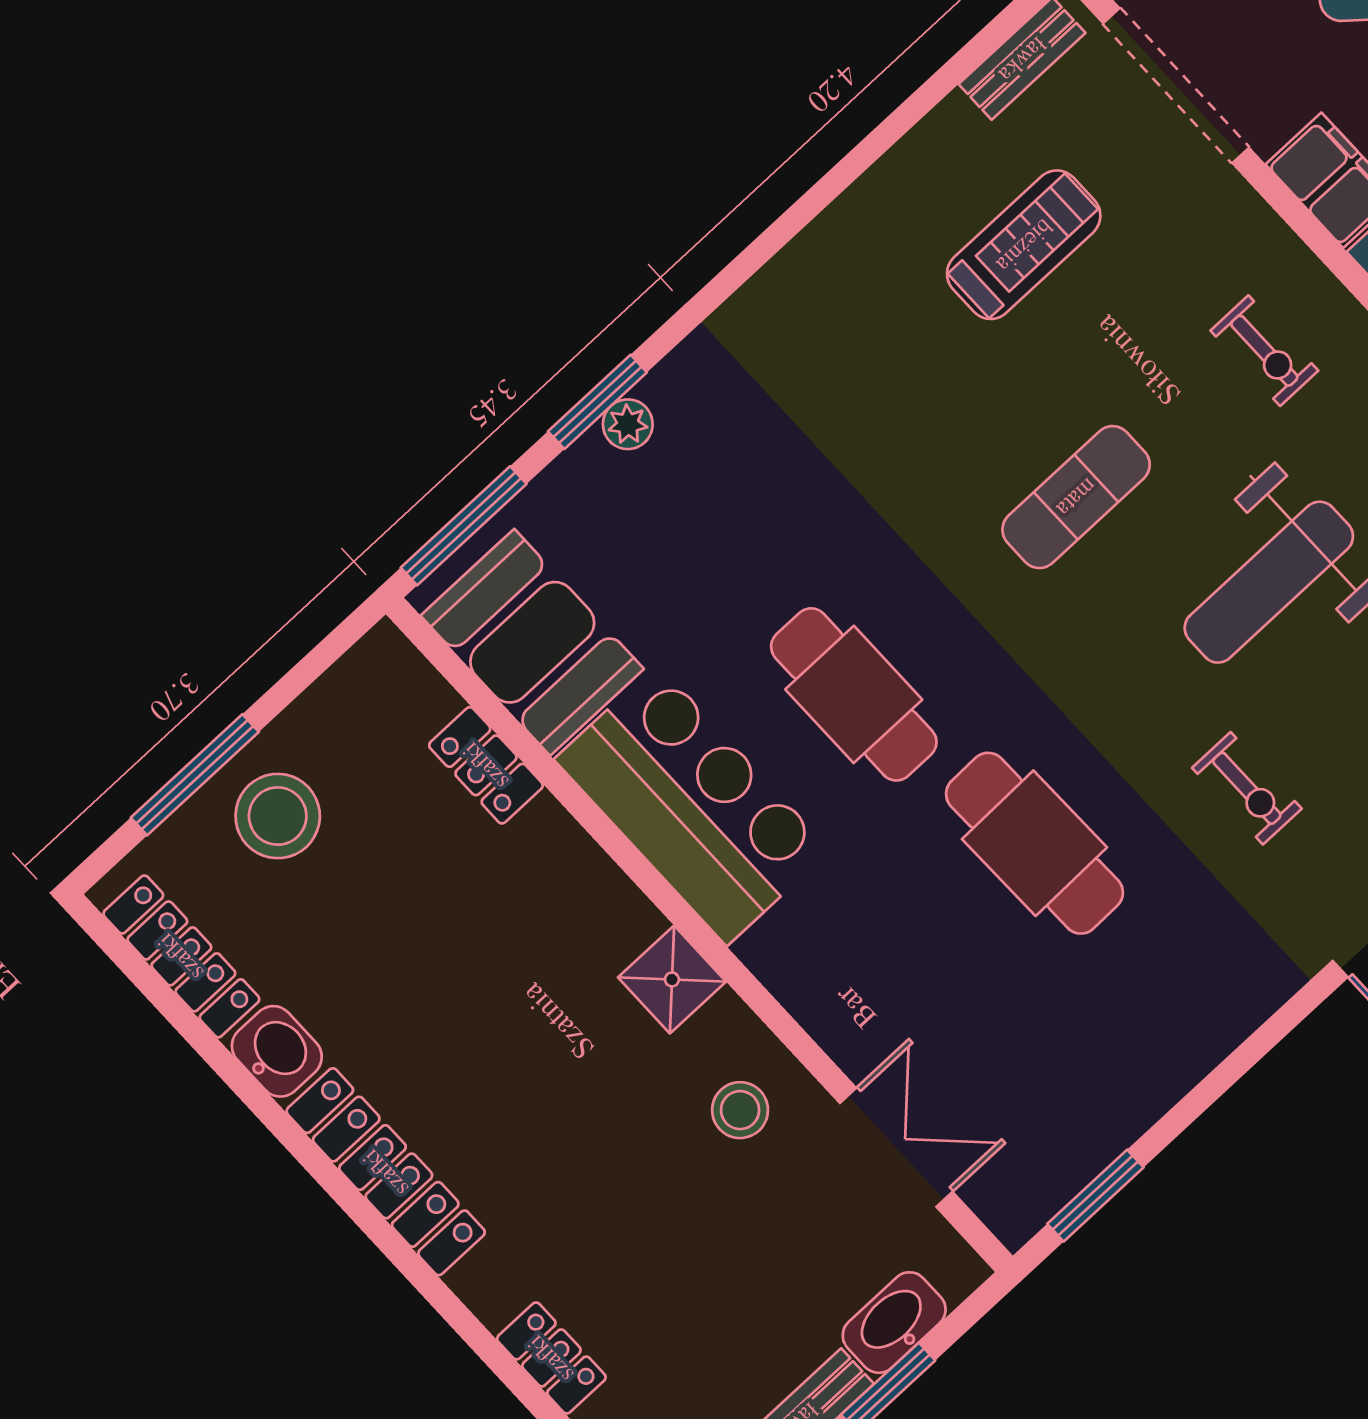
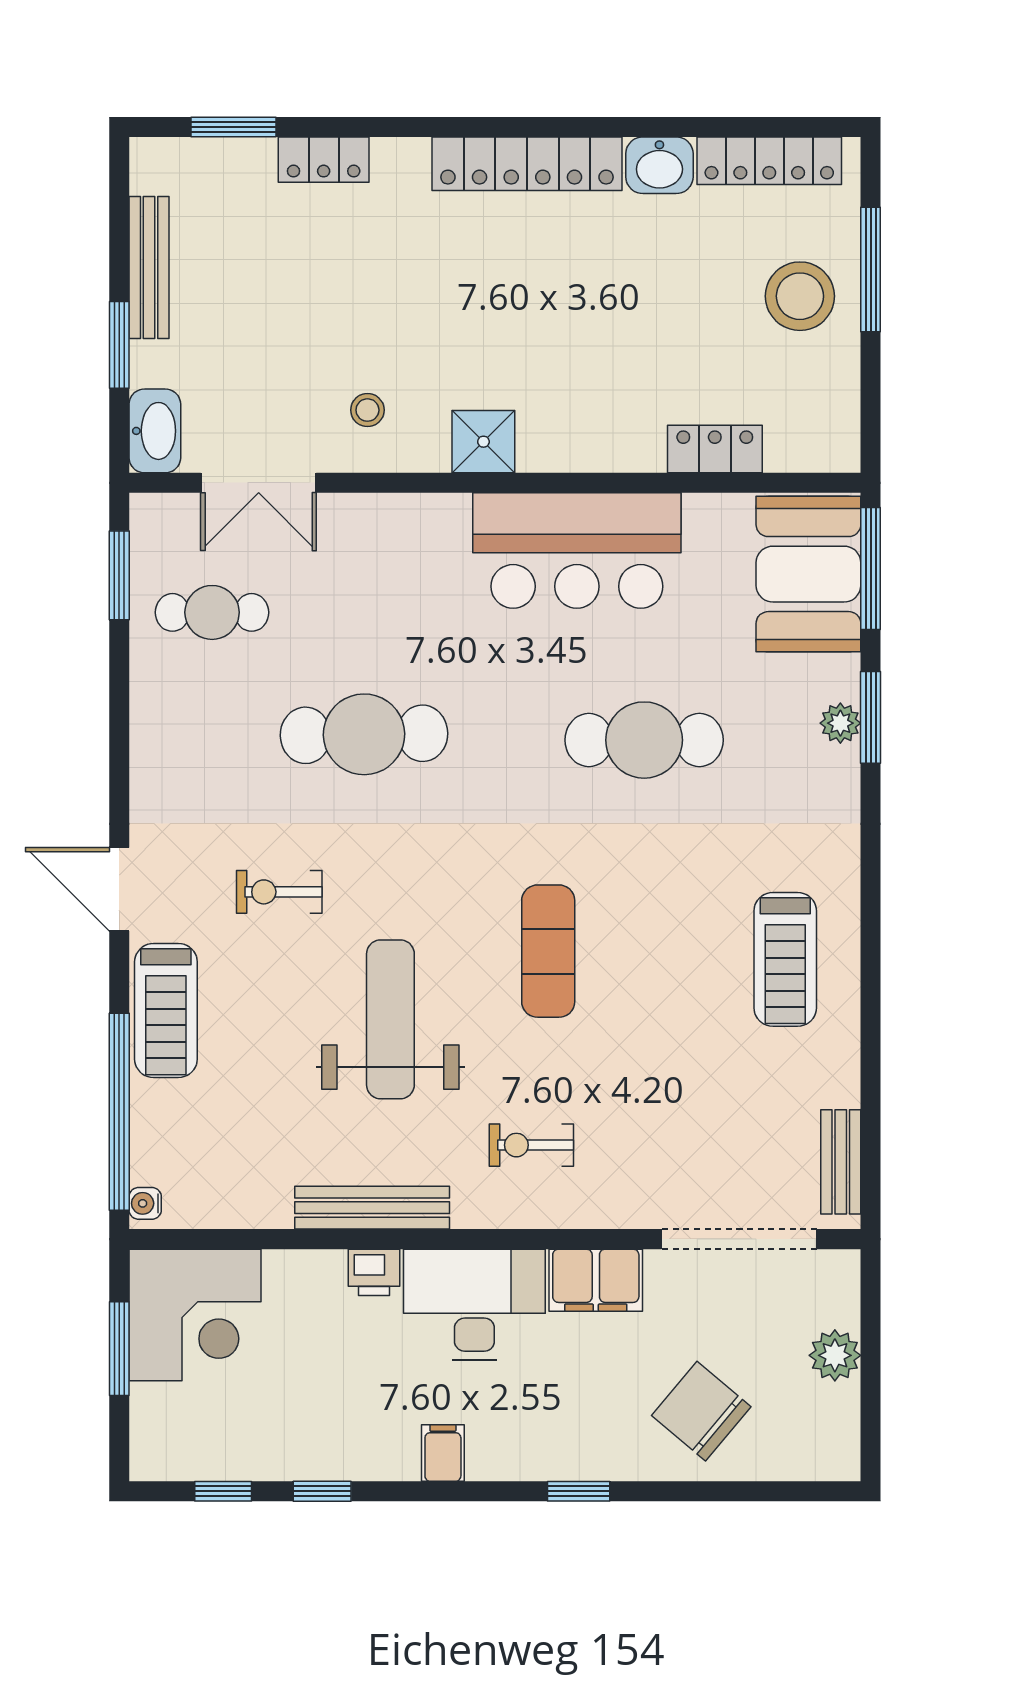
treadmill: (1024, 245) -> (785, 959), moved
booth: (532, 642) -> (808, 574), moved, turned 90
cafe table: (854, 694) -> (644, 740), moved
cafe table: (1051, 1081) -> (212, 612), added
stool: (740, 1110) -> (367, 410), width x0.73, depth x0.73
washbasin: (894, 1323) -> (155, 431), moved

